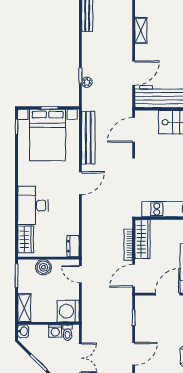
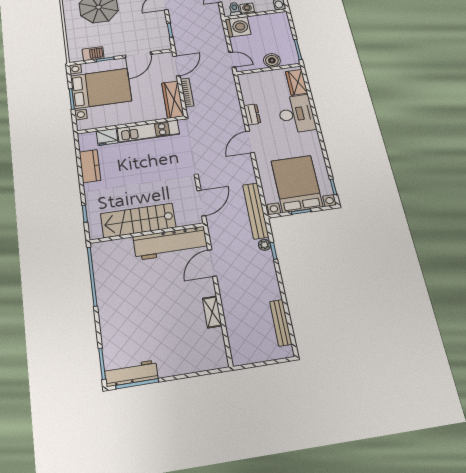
bench: (88, 138) -> (256, 211), moved
dresser: (73, 246) -> (252, 114), moved
shelving: (24, 308) -> (283, 24), removed

